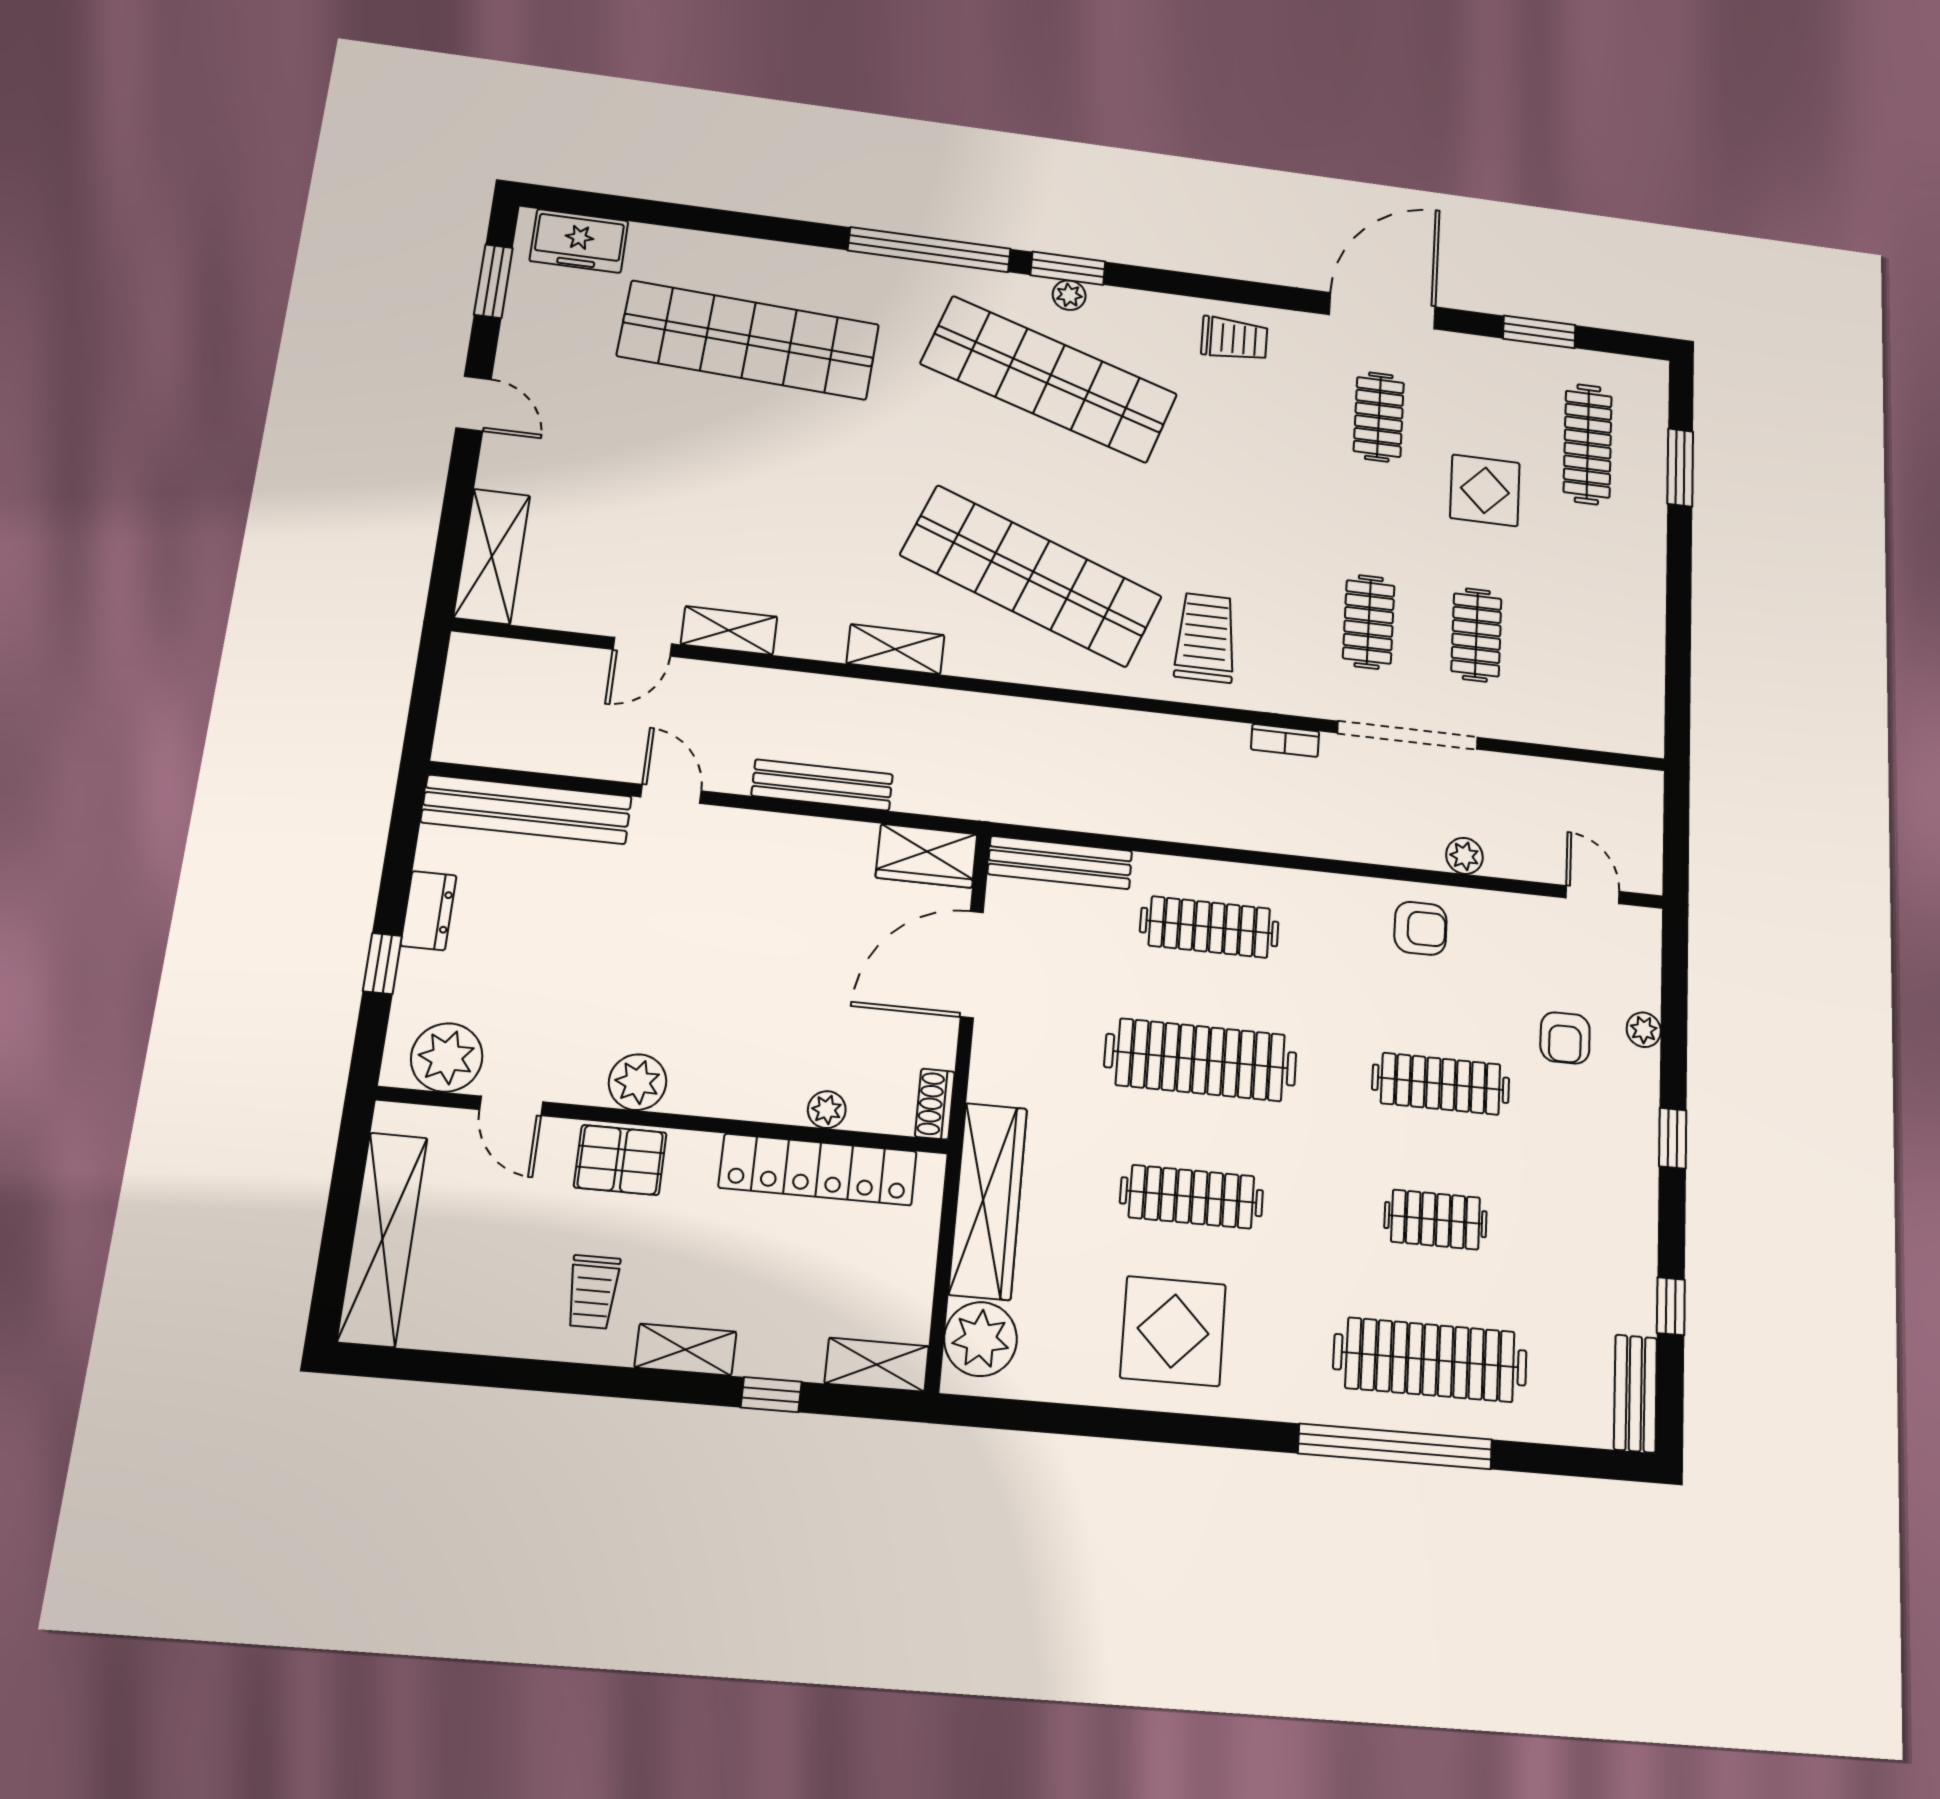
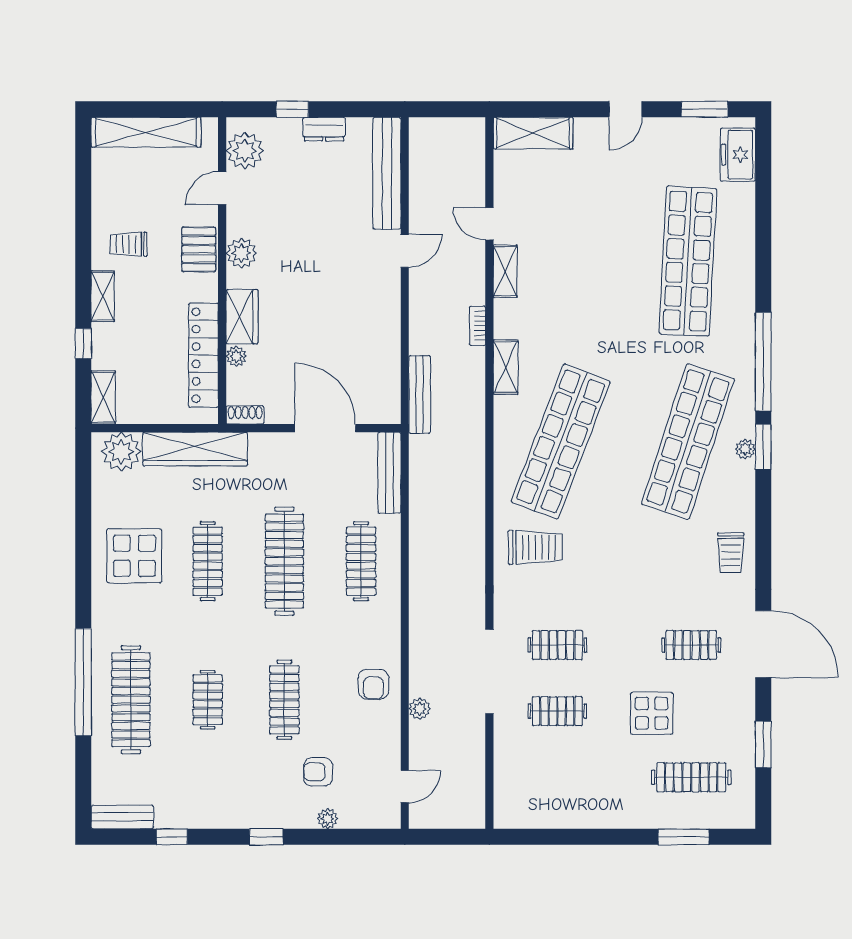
bookcase: (1285, 740) -> (477, 326), moved
bench: (822, 785) -> (420, 394), moved
wardrobe: (926, 856) -> (242, 317), moved, turned 180

